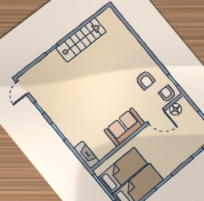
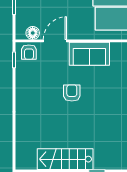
armchair: (145, 80) -> (72, 93), moved
door: (156, 116) -> (55, 41), hinge flipped

